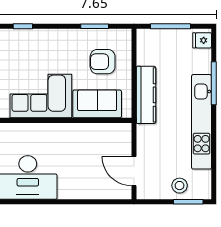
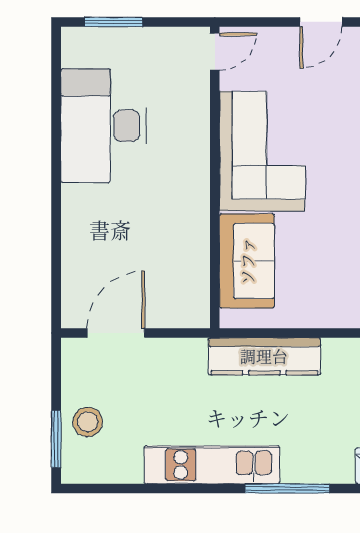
armchair: (103, 62) -> (329, 272), removed
kitchen unit: (202, 122) -> (212, 465), width x0.73

